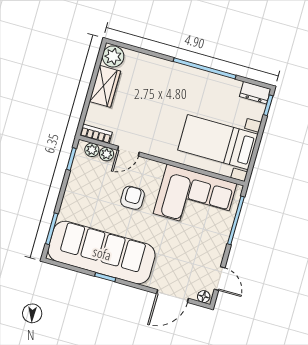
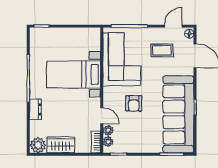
dresser: (255, 93) -> (35, 109), moved
bed with nightstands: (218, 142) -> (73, 74), moved, turned 90
armchair: (133, 198) -> (134, 103), turned -90
coffee table: (192, 255) -> (162, 50), added

